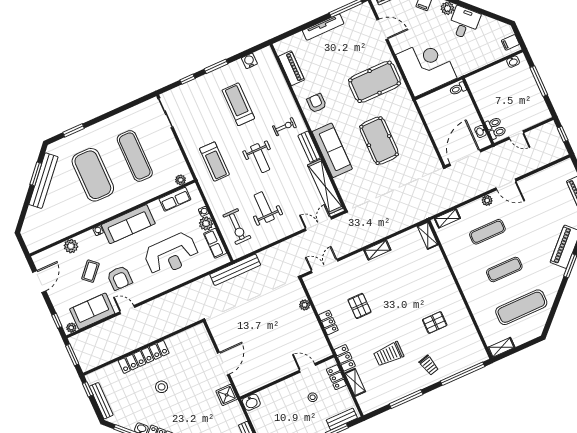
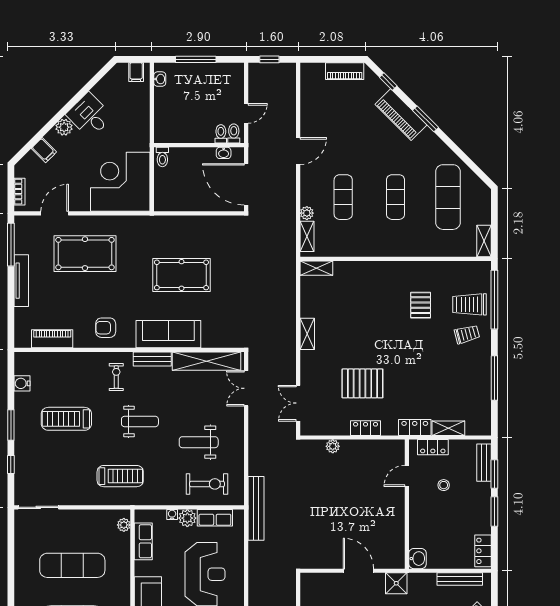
pool table: (375, 82) -> (85, 254), moved, turned 90
plant: (487, 200) -> (307, 213), moved
pallet: (359, 306) -> (362, 383), width x1.50, depth x1.42
trolley: (389, 354) -> (470, 304), moved, turned 90

